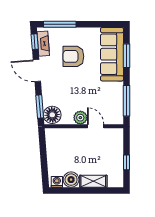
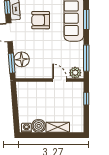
floor lamp: (52, 115) -> (22, 59), moved
plant: (80, 118) -> (75, 73), moved
window: (127, 162) -> (86, 99), moved

